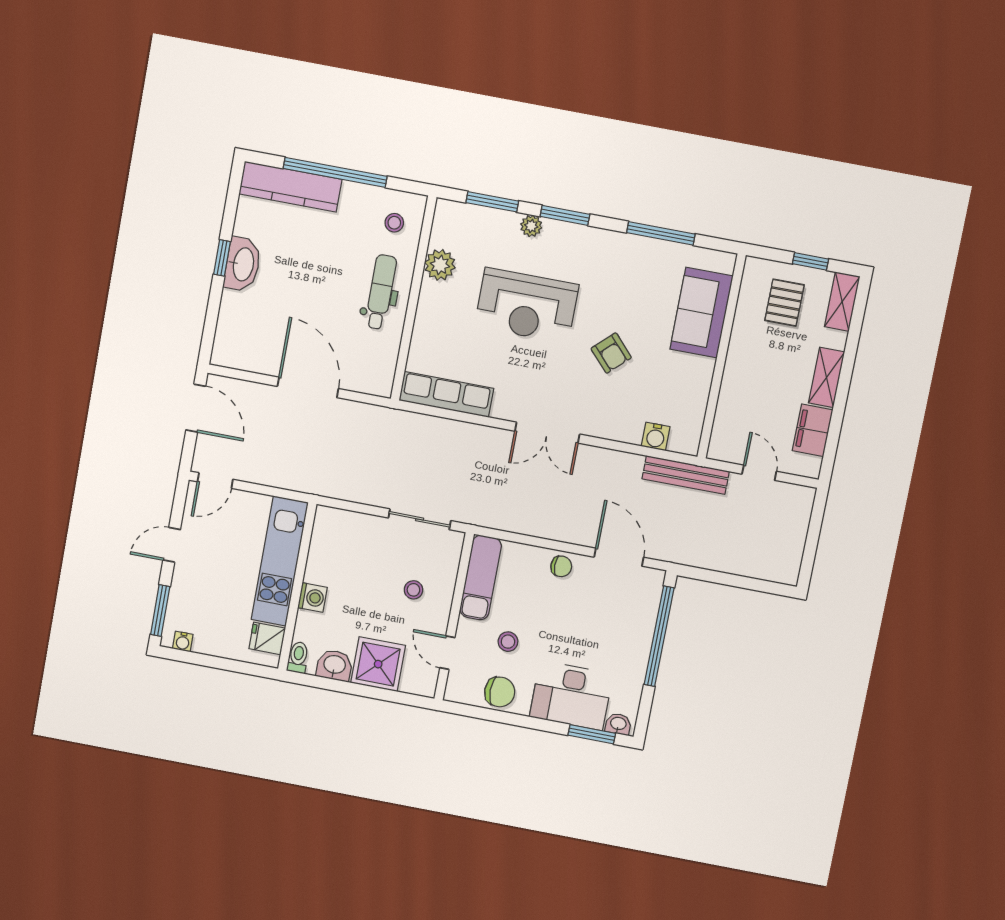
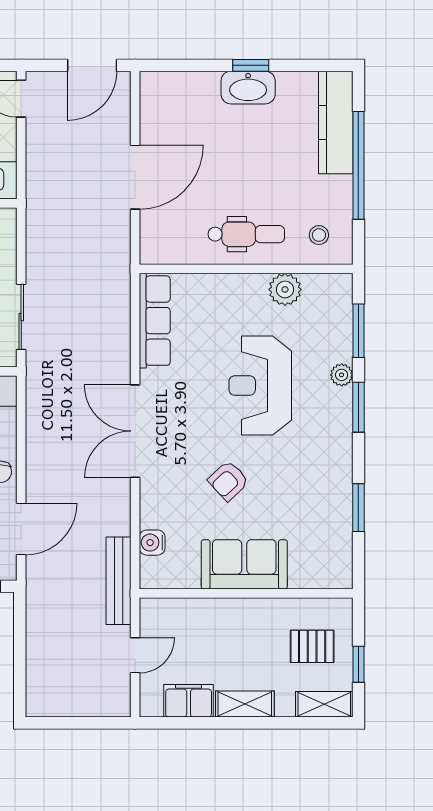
window: (661, 233) -> (358, 508), width x0.69
sofa: (701, 313) -> (244, 564), moved
double door: (547, 433) -> (135, 431), width x1.37

